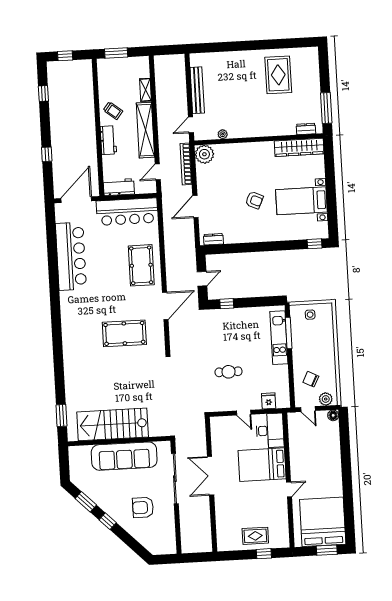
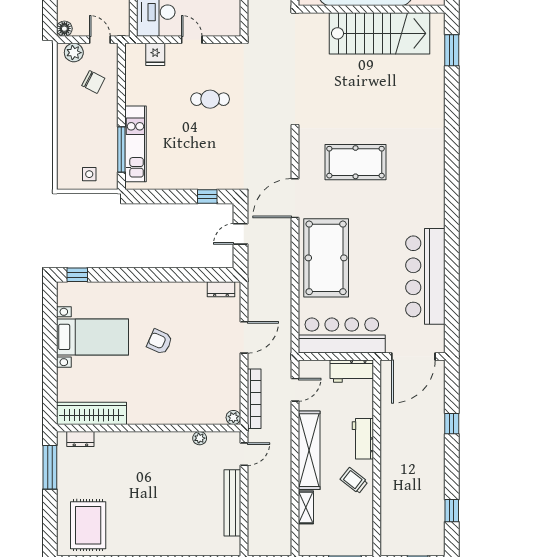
rug: (278, 75) -> (88, 525), moved
plant: (204, 154) -> (233, 417), width x0.53, depth x0.53
pool table: (141, 265) -> (326, 258), width x1.36, depth x1.32

